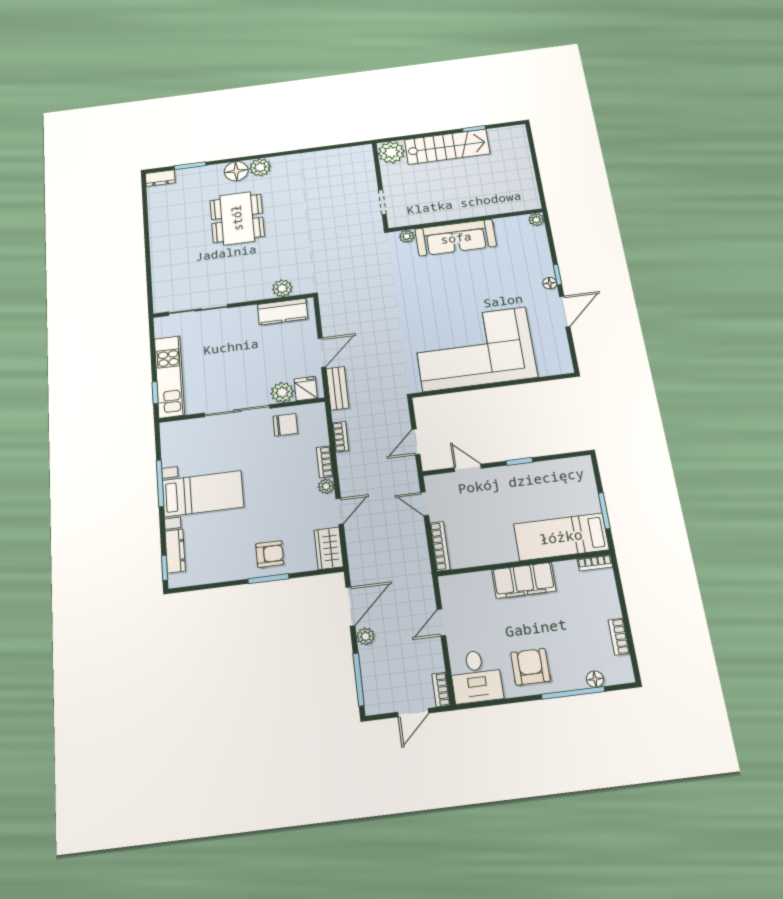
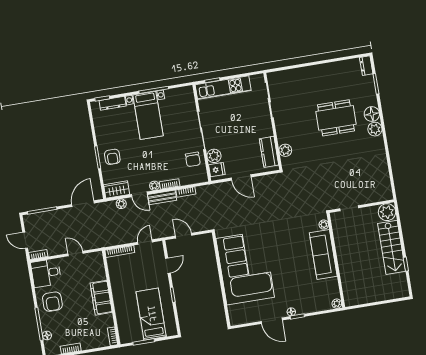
bench: (337, 388) -> (162, 197), moved
bed: (561, 537) -> (151, 314), moved
door: (350, 606) -> (83, 204), swing flipped
plant: (366, 636) -> (121, 204), moved
armchair: (530, 667) -> (52, 302), turned 90

